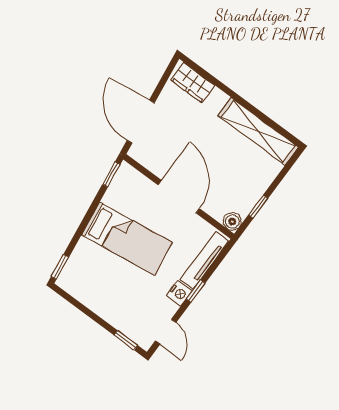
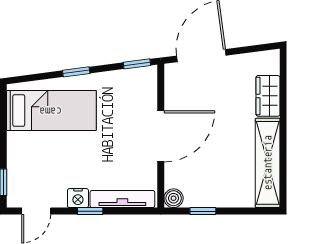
wardrobe: (193, 83) -> (268, 96), moved
bed: (127, 239) -> (51, 111), moved, turned -83
window: (60, 267) -> (76, 72), moved

